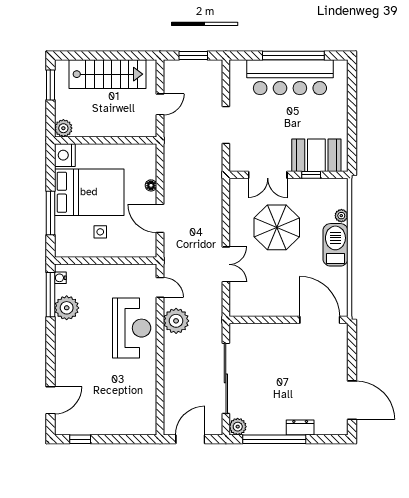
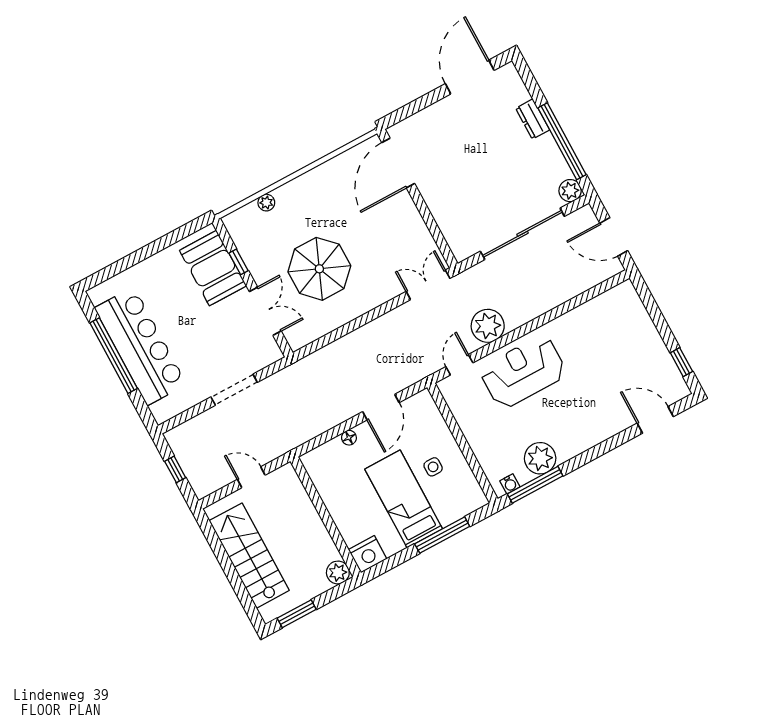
window: (193, 55) -> (175, 469), width x0.67
bed: (89, 192) -> (404, 499), width x0.67
barbecue: (335, 245) -> (303, 191), removed
double door: (226, 264) -> (428, 285), moved

